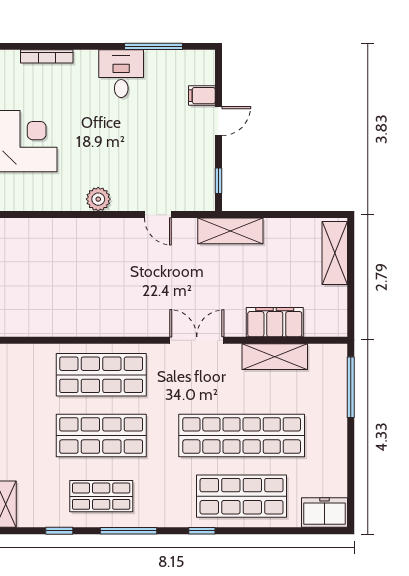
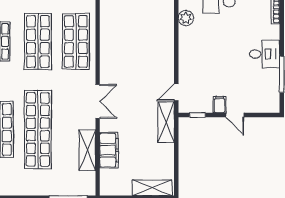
filing cabinet: (202, 96) -> (220, 105), moved
plant: (98, 199) -> (186, 18), moved
door: (158, 215) -> (176, 92), moved

